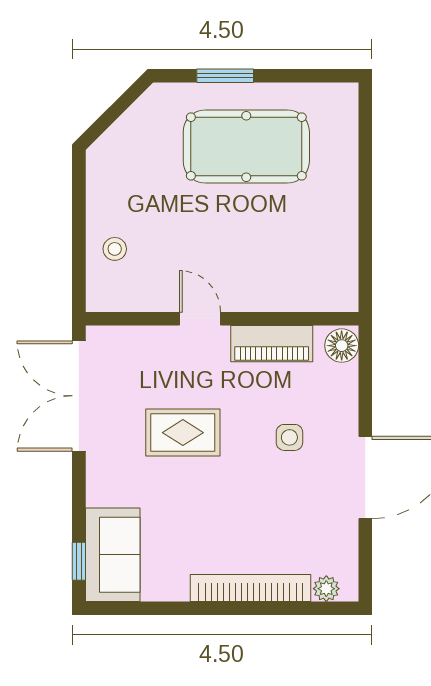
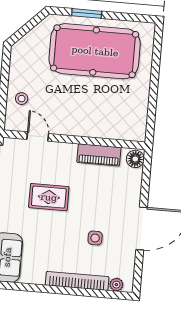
pool table: (246, 146) -> (95, 51), width x1.36, depth x1.32
door: (200, 319) -> (38, 137), moved
side table: (289, 437) -> (95, 238), moved

